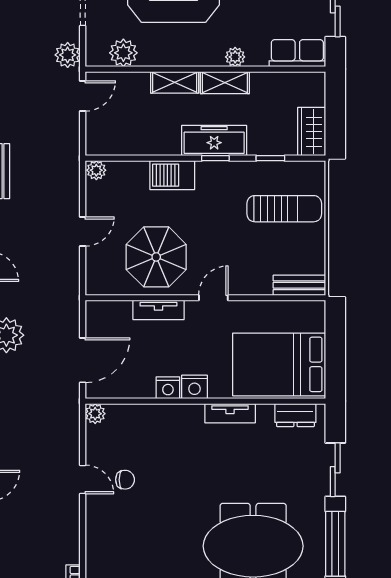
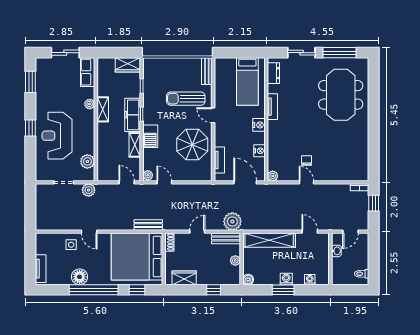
shelving: (175, 82) -> (135, 145), moved
door: (83, 96) -> (127, 182), moved
sun lounger: (284, 209) -> (186, 99), moved, turned -90
door: (83, 232) -> (164, 182), moved
tv unit: (158, 310) -> (219, 160), moved
bed: (279, 364) -> (247, 81), width x0.67
nightstand: (168, 388) -> (259, 151), moved
door: (83, 479) -> (306, 182), hinge flipped

